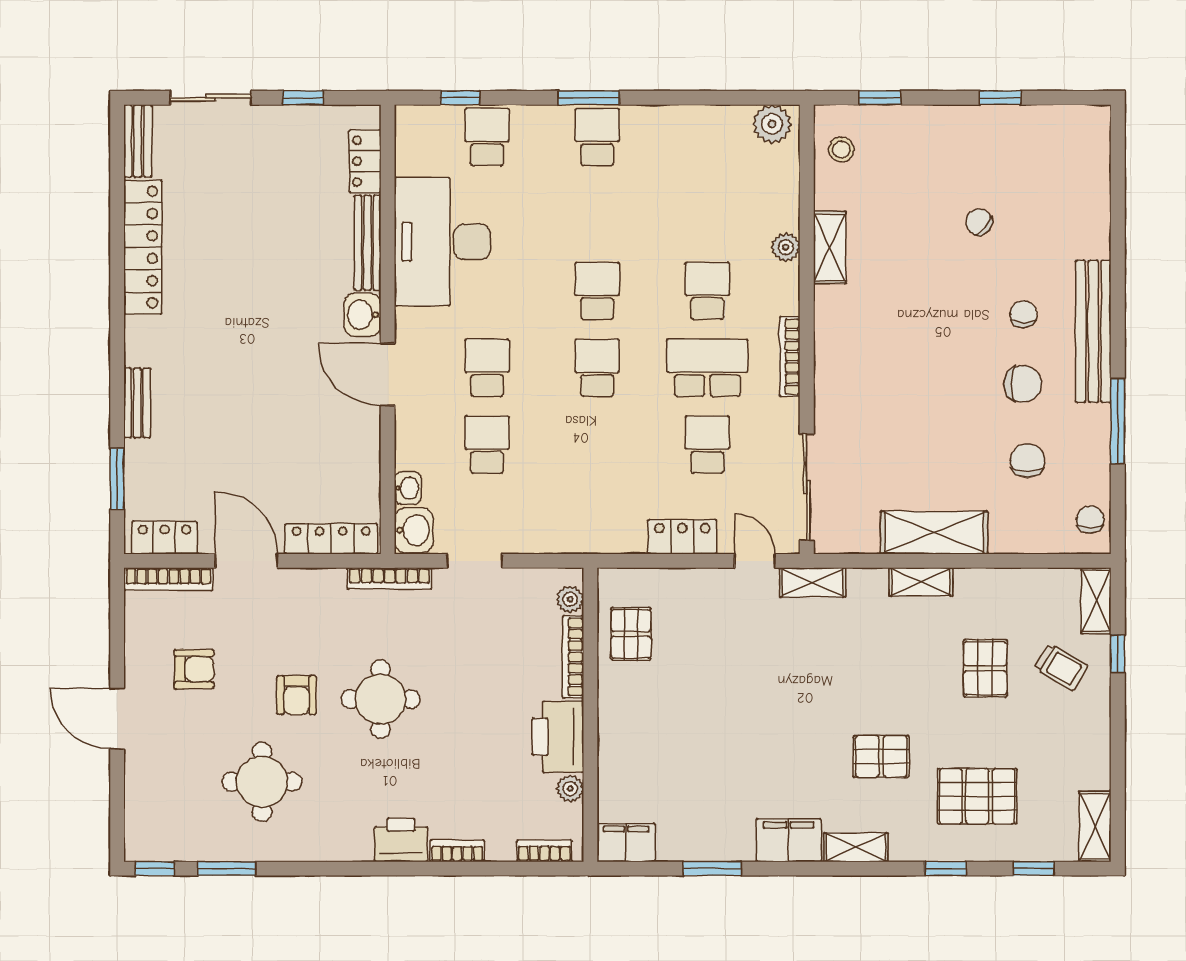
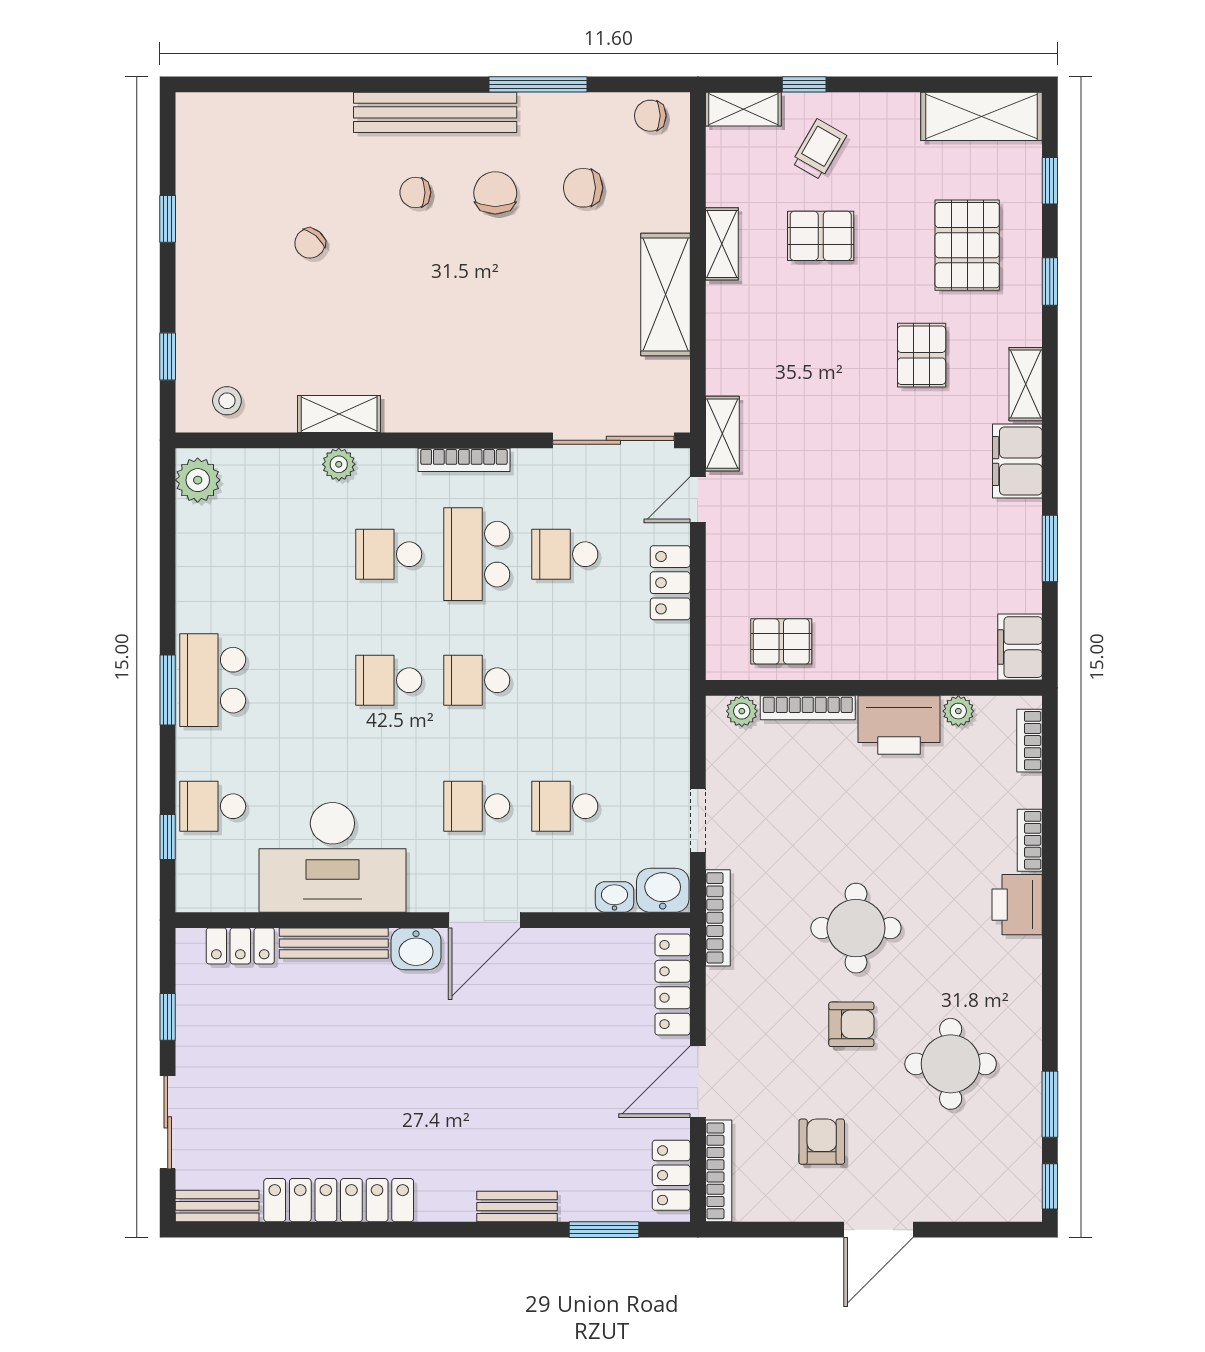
school desk: (597, 137) -> (213, 680), width x1.85
shelving: (921, 582) -> (722, 244), moved
shelving: (1095, 826) -> (981, 116), width x1.50, depth x1.33

